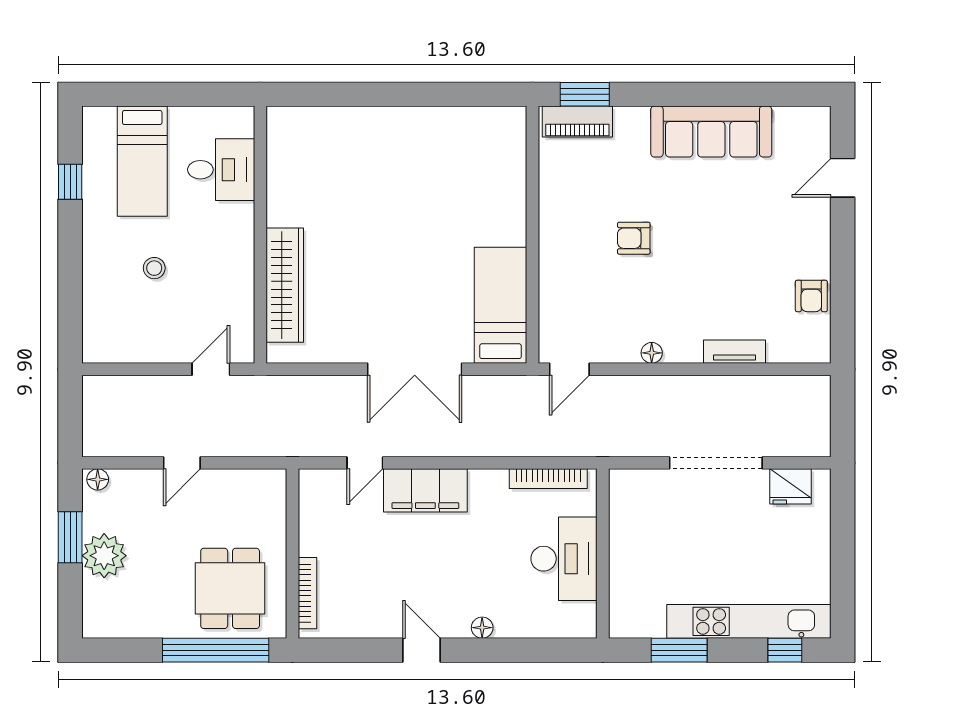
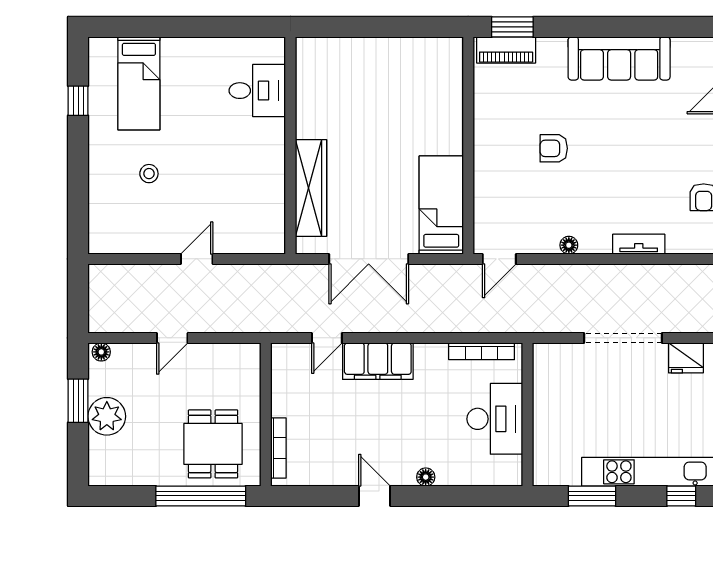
desk: (221, 170) -> (257, 91), moved
wall: (260, 235) -> (290, 145), moved
wardrobe: (285, 285) -> (311, 188), moved

